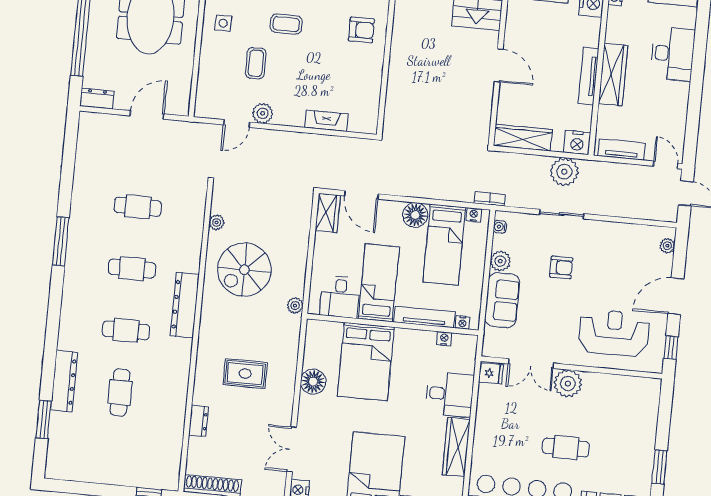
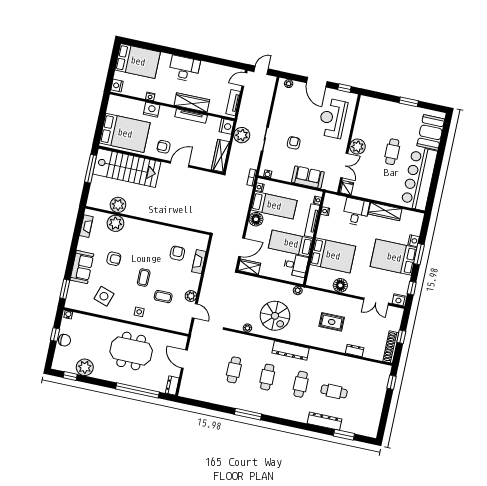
armchair: (361, 30) -> (177, 253), moved
armchair: (527, 33) -> (164, 147), added
plant: (500, 261) -> (286, 176), removed
rug: (245, 374) -> (332, 322), turned 90

